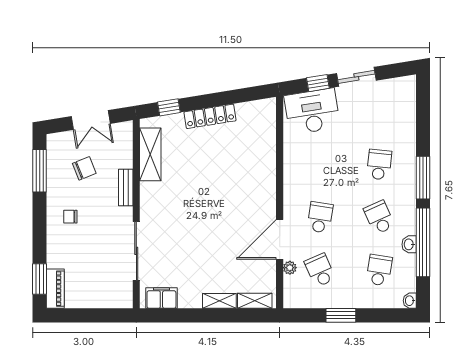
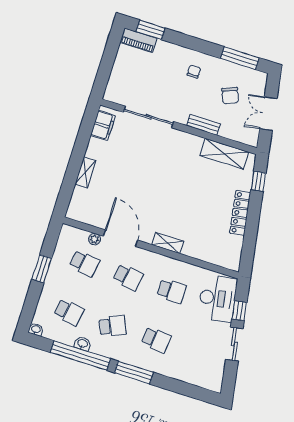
school desk: (320, 165) -> (172, 291), added
school desk: (320, 270) -> (84, 263), turned 33
shelving: (255, 301) -> (168, 243), moved, turned 90

